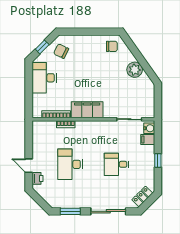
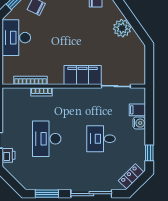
filing cabinet: (87, 110) -> (83, 75), moved
water cooler: (149, 128) -> (139, 123), moved
window: (158, 161) -> (149, 153), moved

